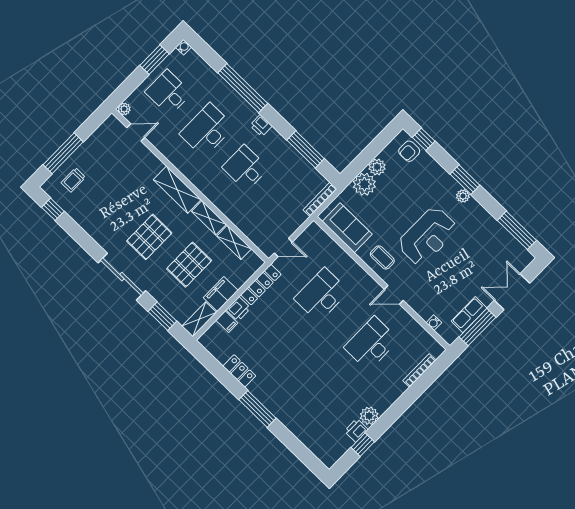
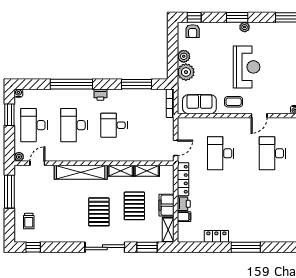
desk: (168, 93) -> (34, 125), width x1.37
window: (63, 153) -> (9, 192), moved
shelving: (177, 190) -> (81, 172), width x1.47

